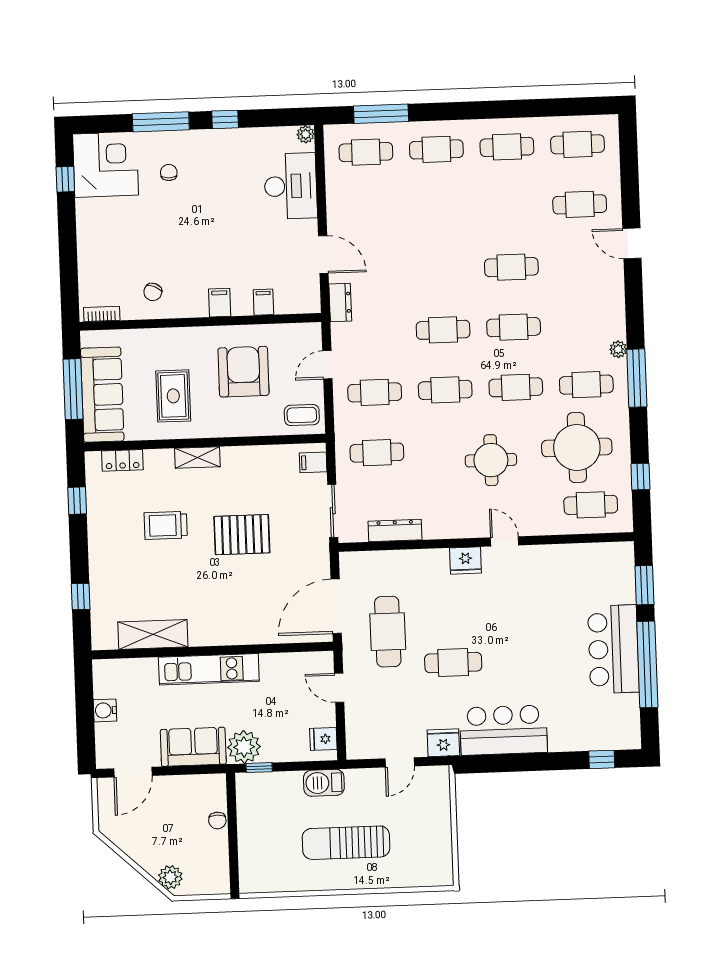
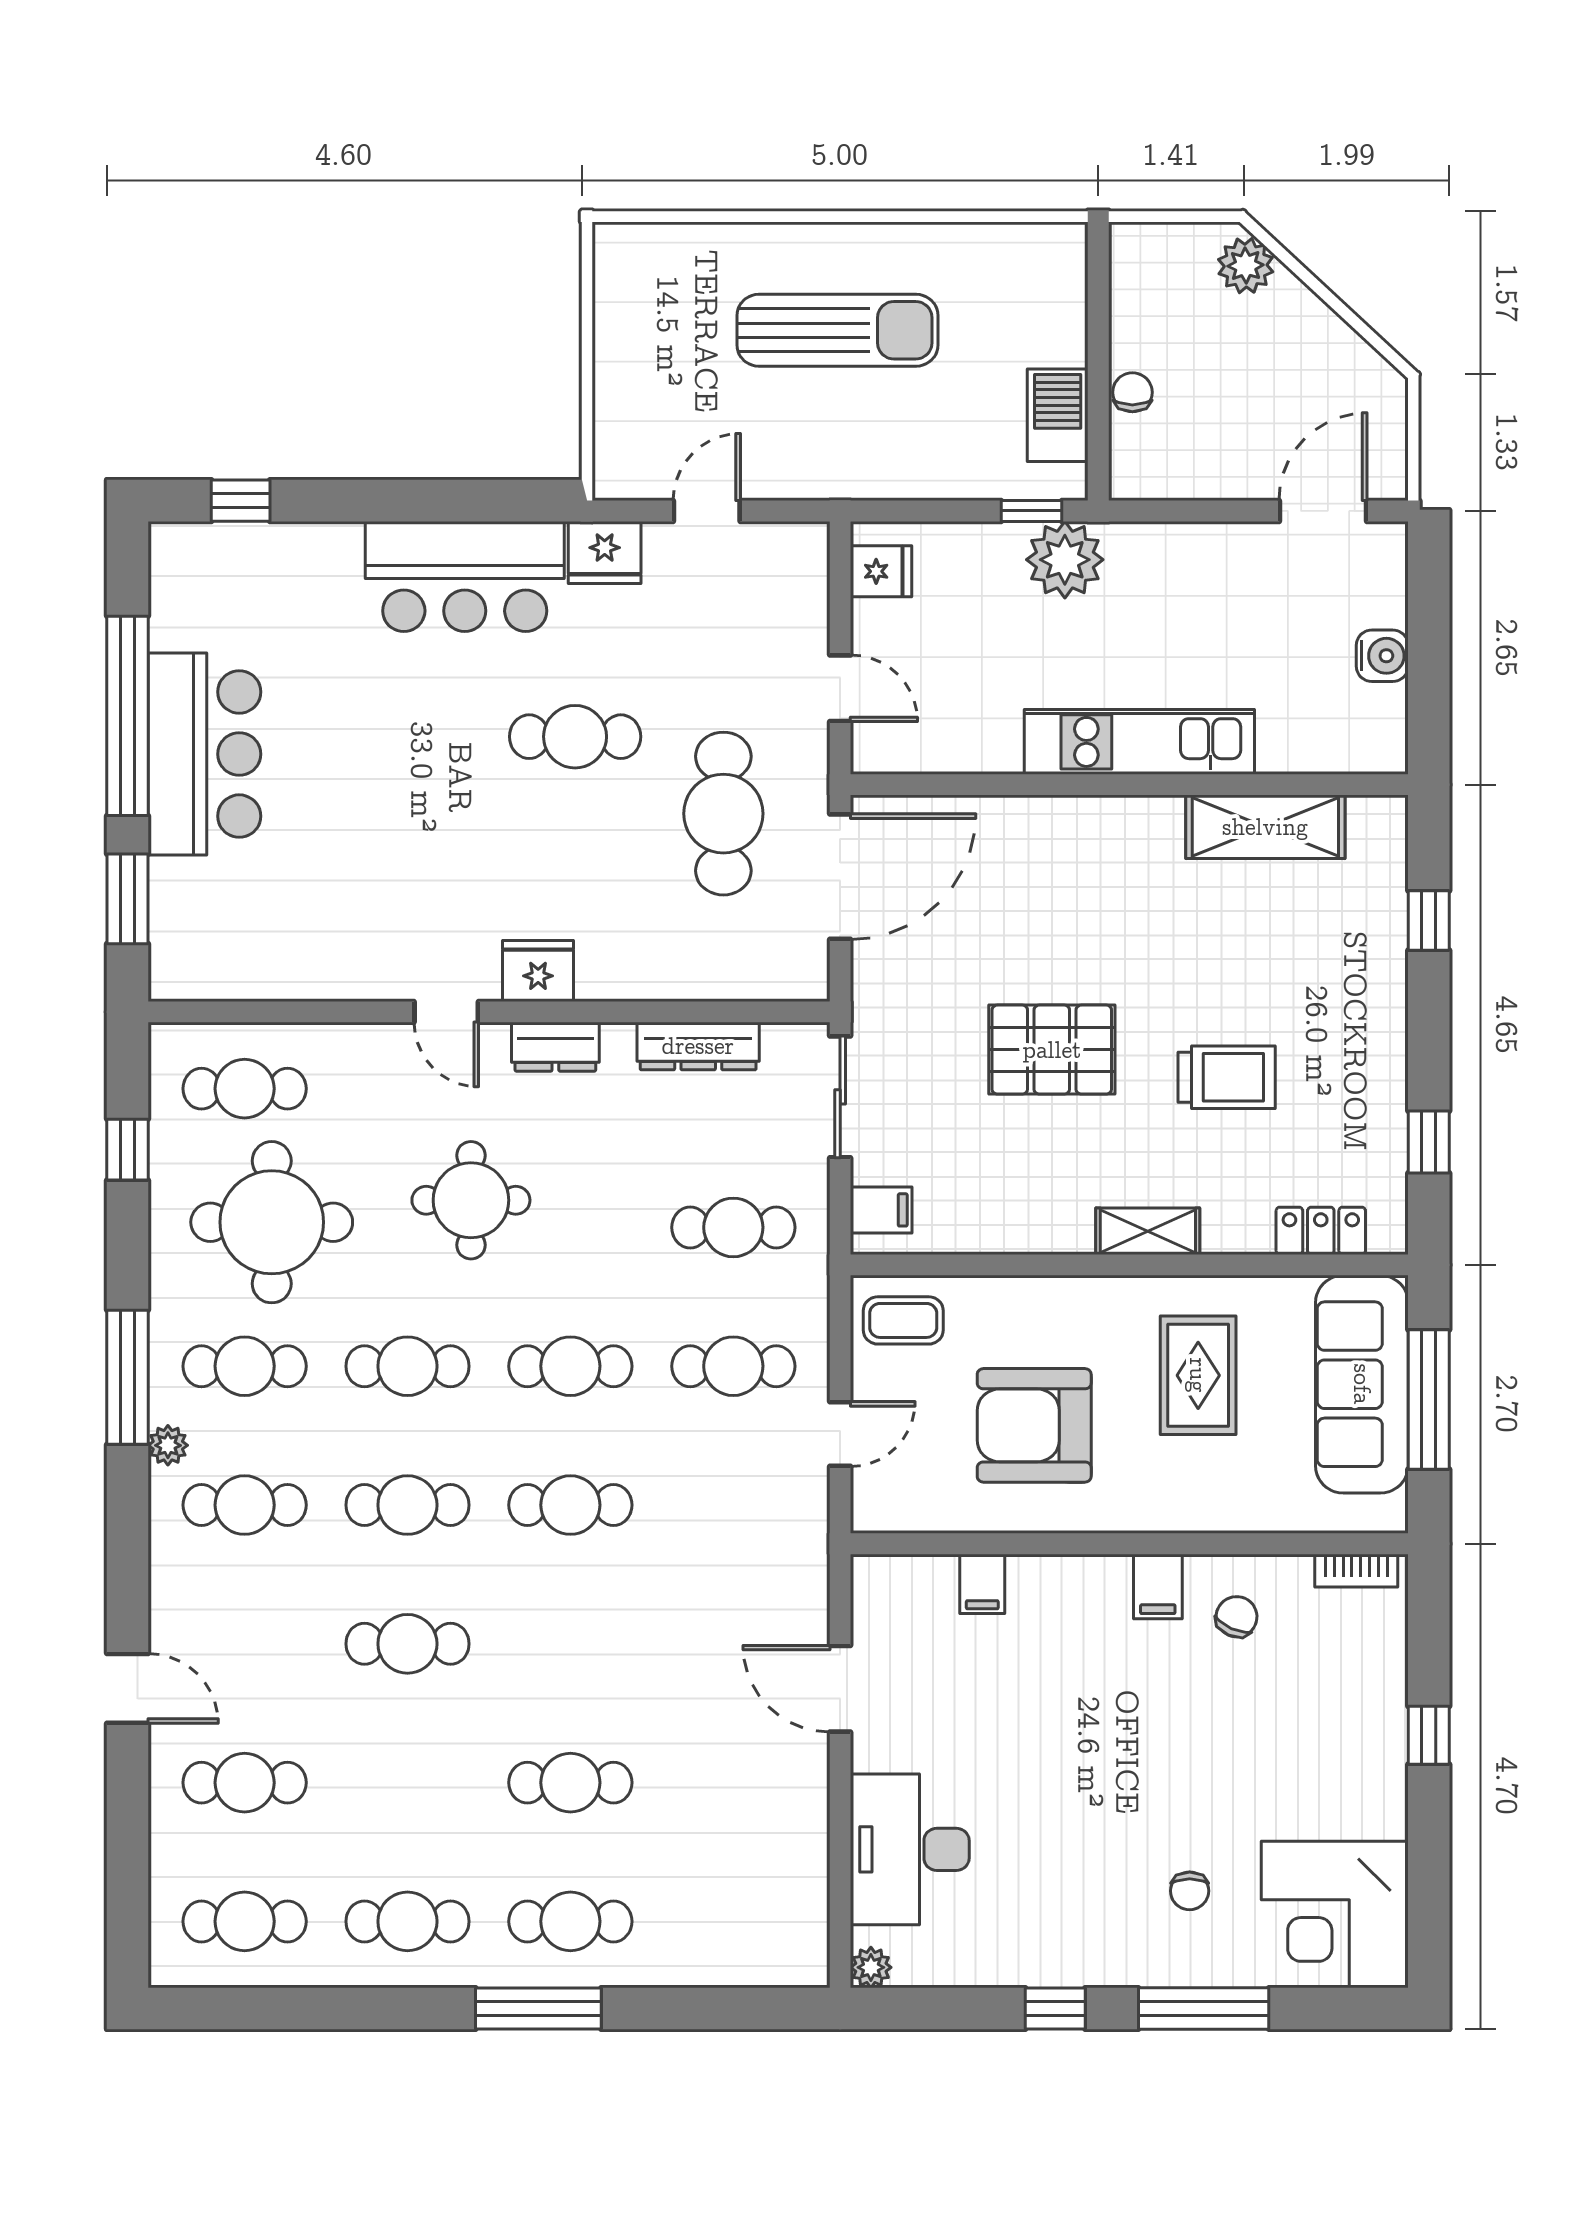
window: (381, 114) -> (538, 2009), moved
cafe table: (366, 152) -> (570, 1783), moved
window: (65, 179) -> (1429, 1735), moved
filing cabinet: (220, 303) -> (1158, 1586), moved
dresser: (340, 303) -> (555, 1047), moved, turned -90
cafe table: (584, 325) -> (245, 1505), added
armchair: (243, 372) -> (1034, 1425), turned 90
sofa: (193, 747) -> (1182, 564), removed
barbecue: (324, 783) -> (1058, 415), moved, turned -90

